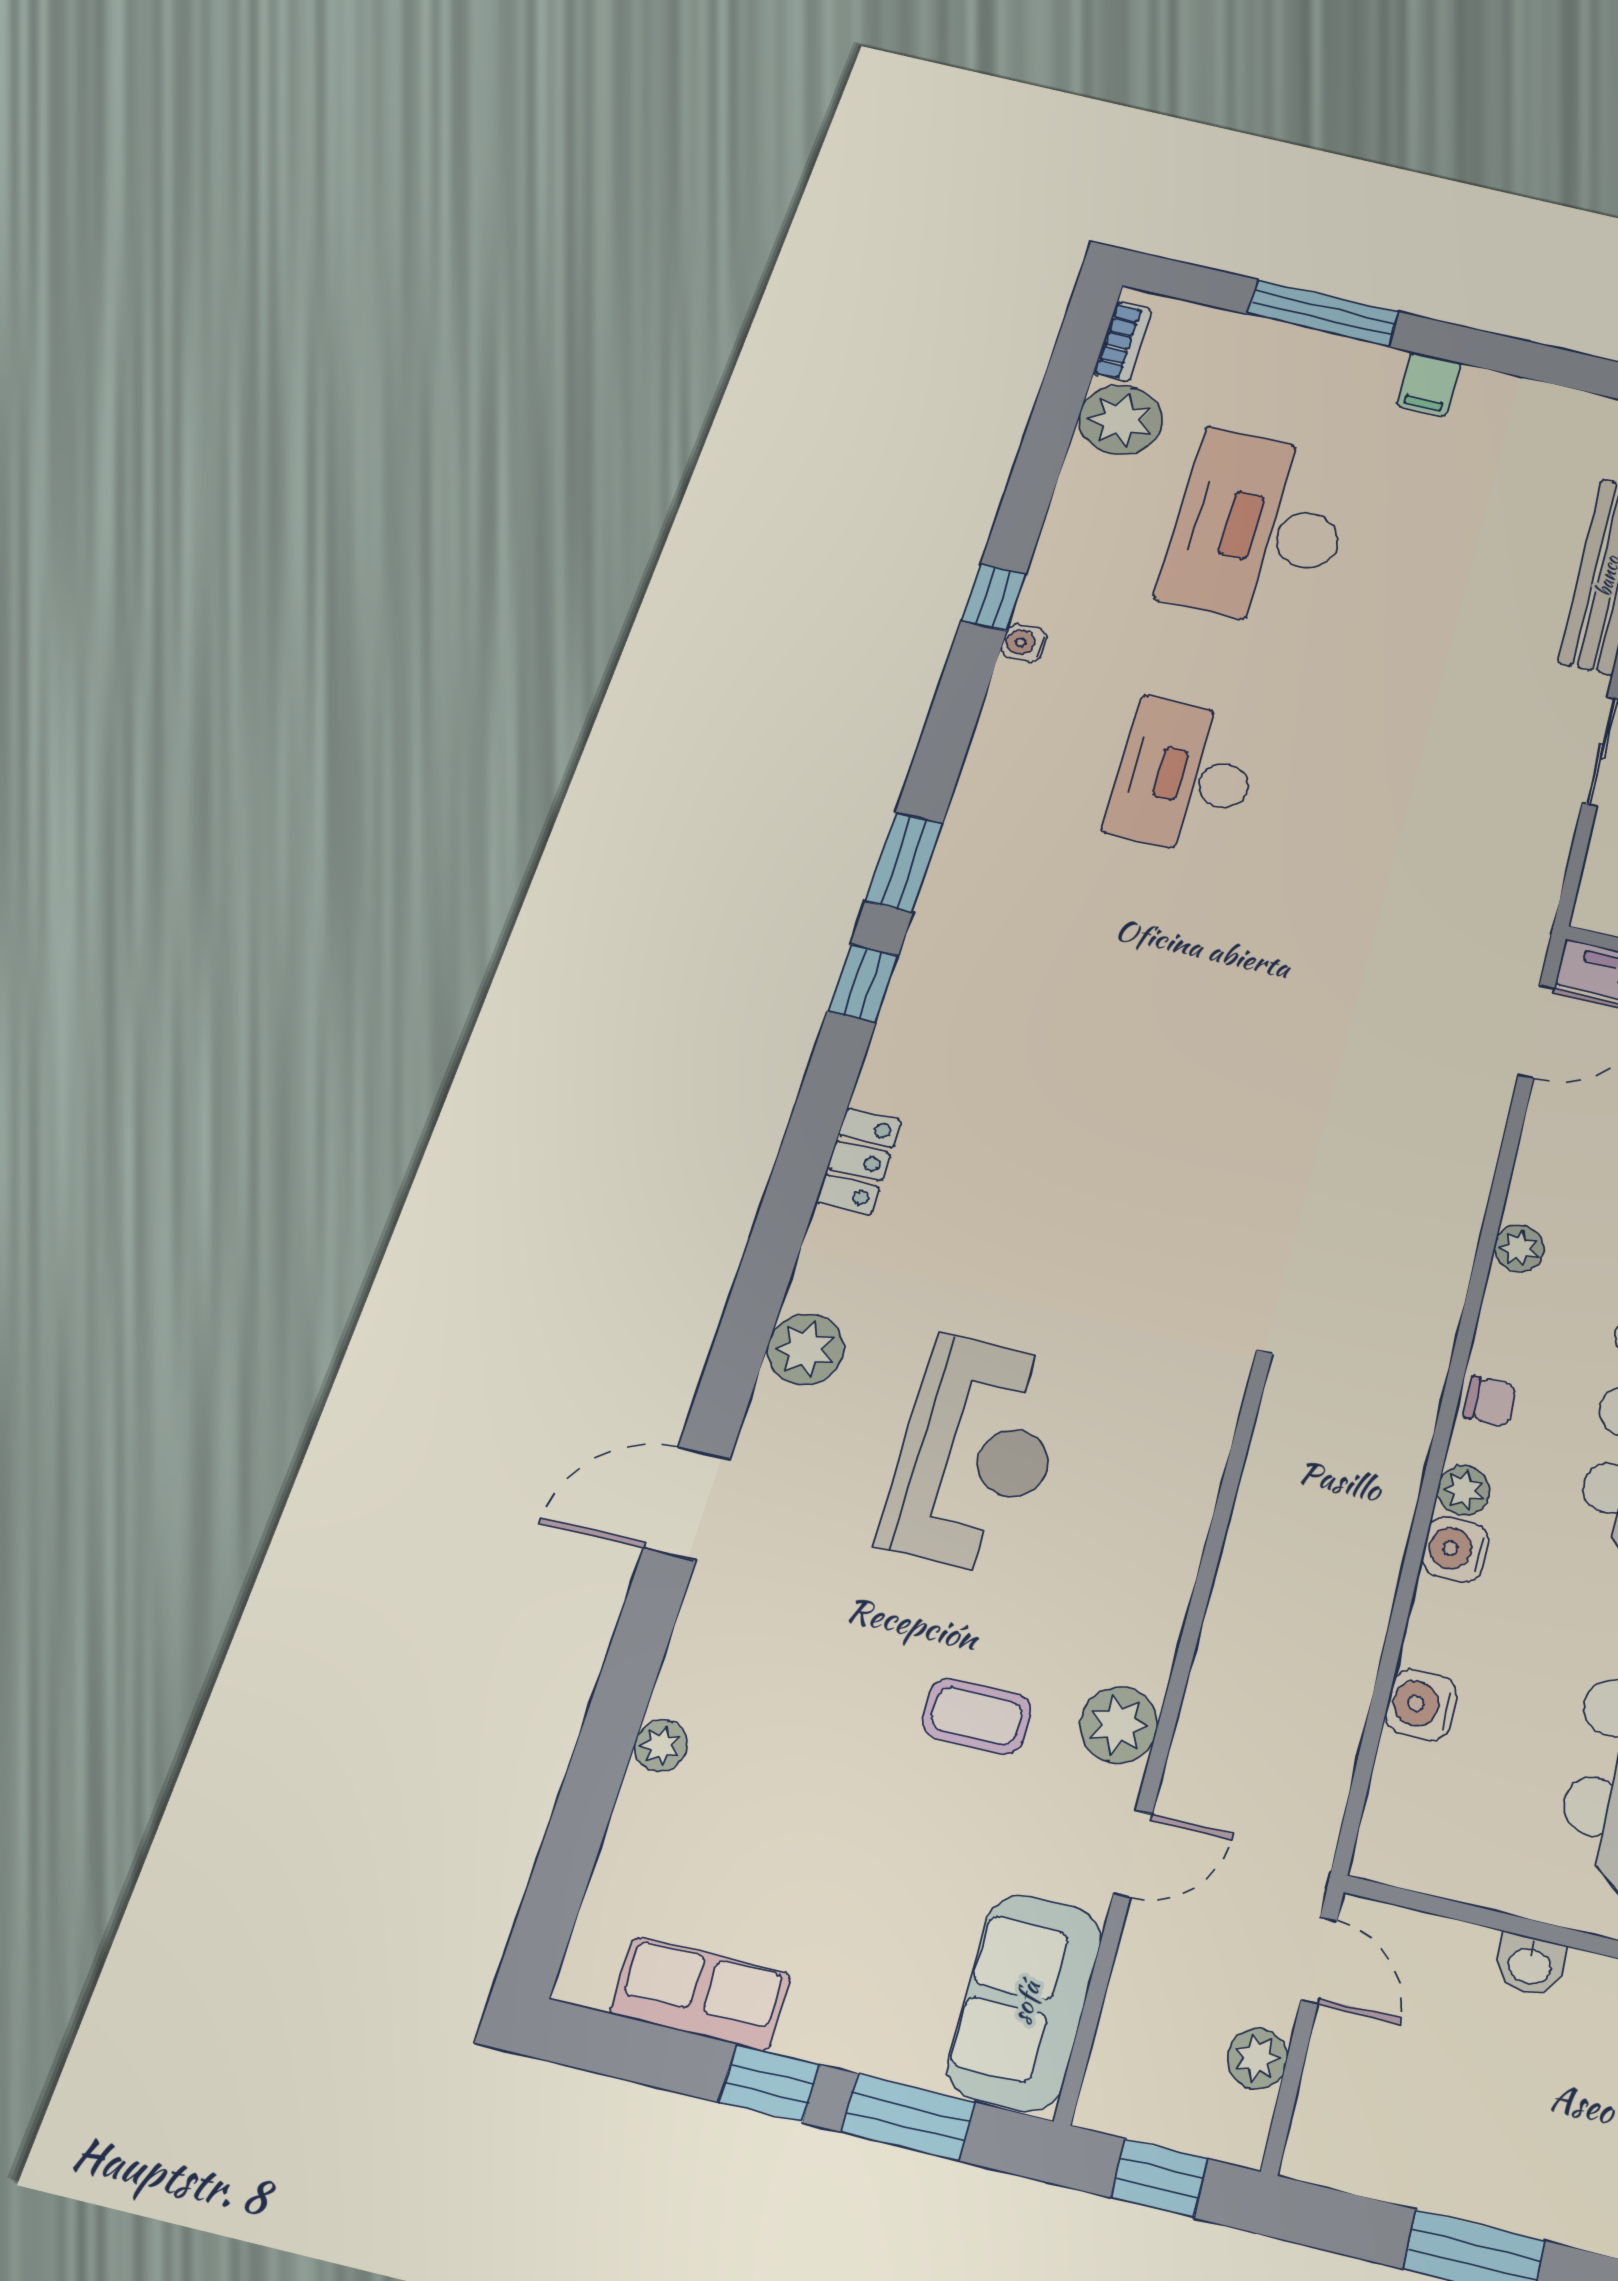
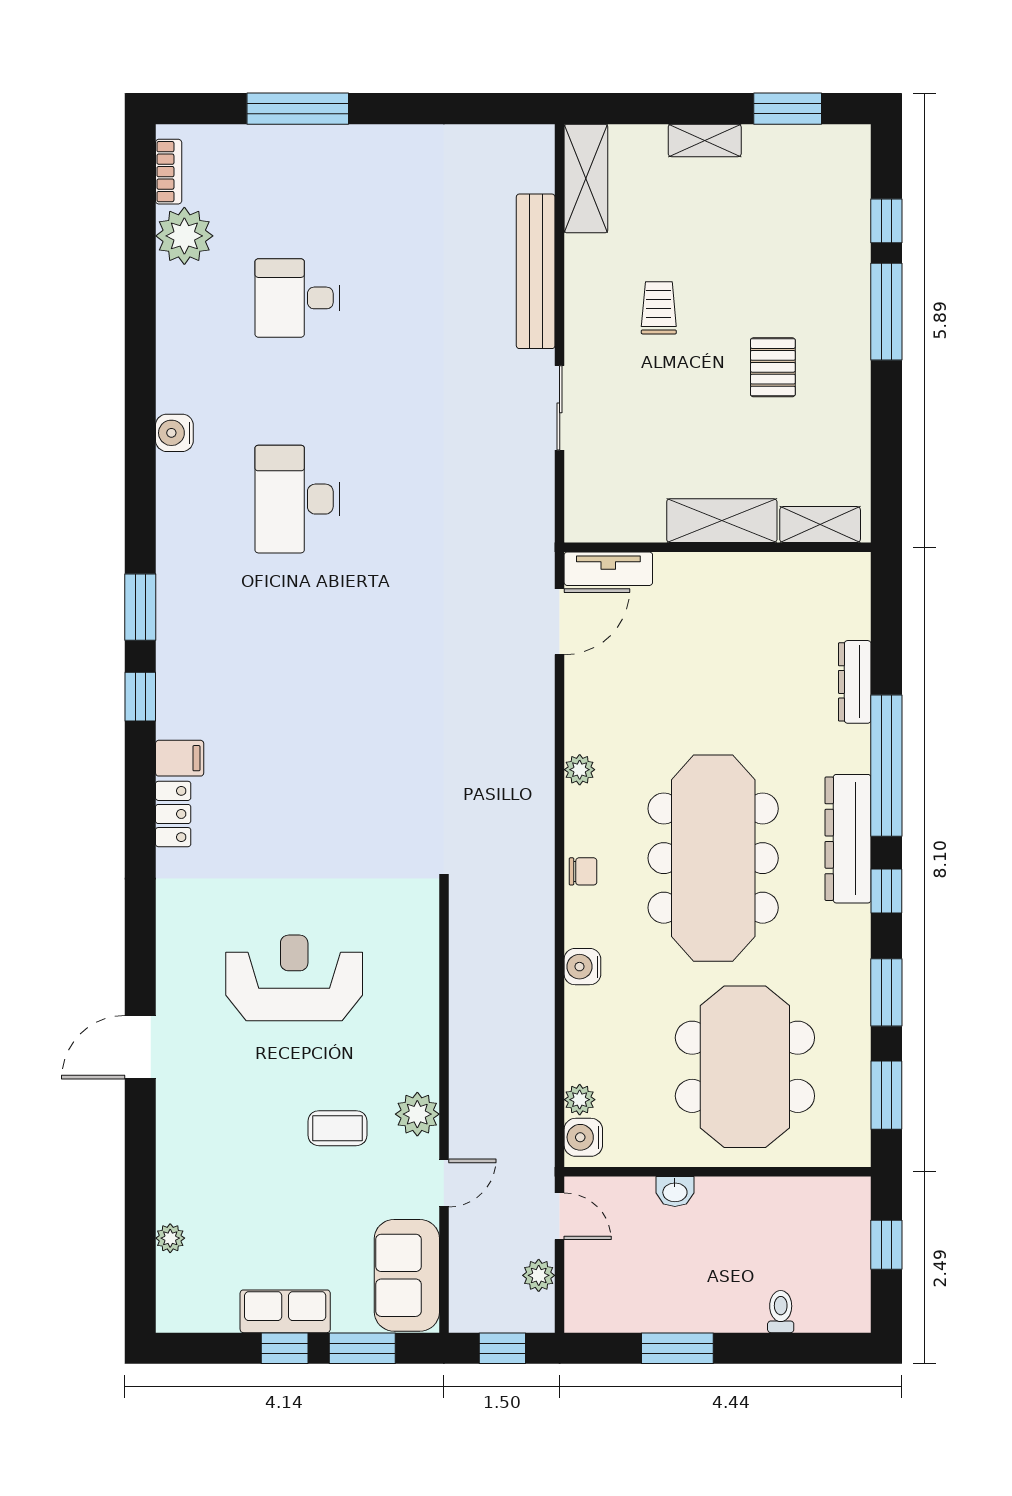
filing cabinet: (1429, 384) -> (180, 758), moved, turned -90
desk: (1258, 529) -> (297, 298), width x0.53, depth x0.77
window: (994, 597) -> (140, 398), removed
water cooler: (1024, 643) -> (174, 433), width x1.38, depth x1.38
plant: (805, 1349) -> (178, 939), removed
reception desk: (976, 1454) -> (294, 978), turned -90
plant: (1464, 1490) -> (580, 1100), moved
water cooler: (1421, 1705) -> (583, 1137), moved
plant: (661, 1746) -> (170, 1238), moved
row of seats: (701, 1994) -> (285, 1311), moved

